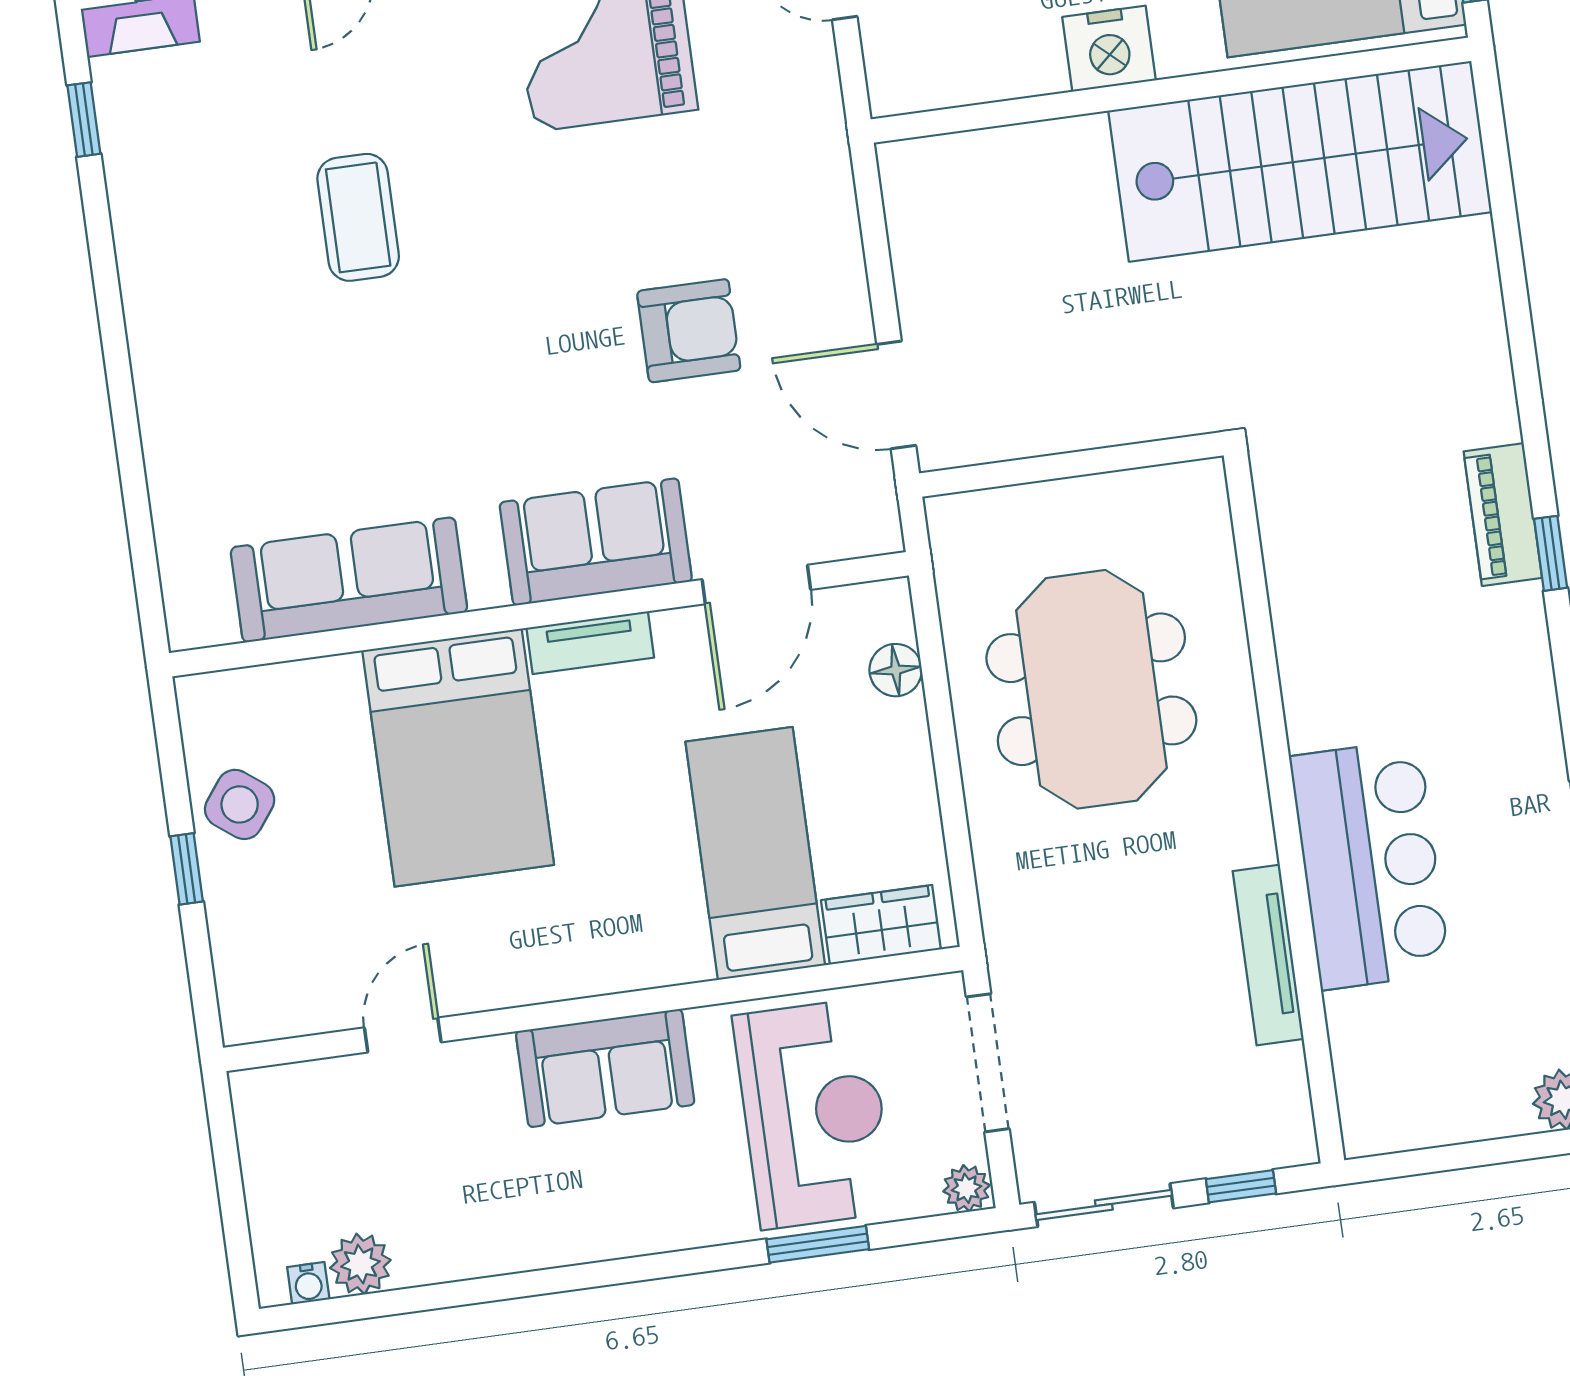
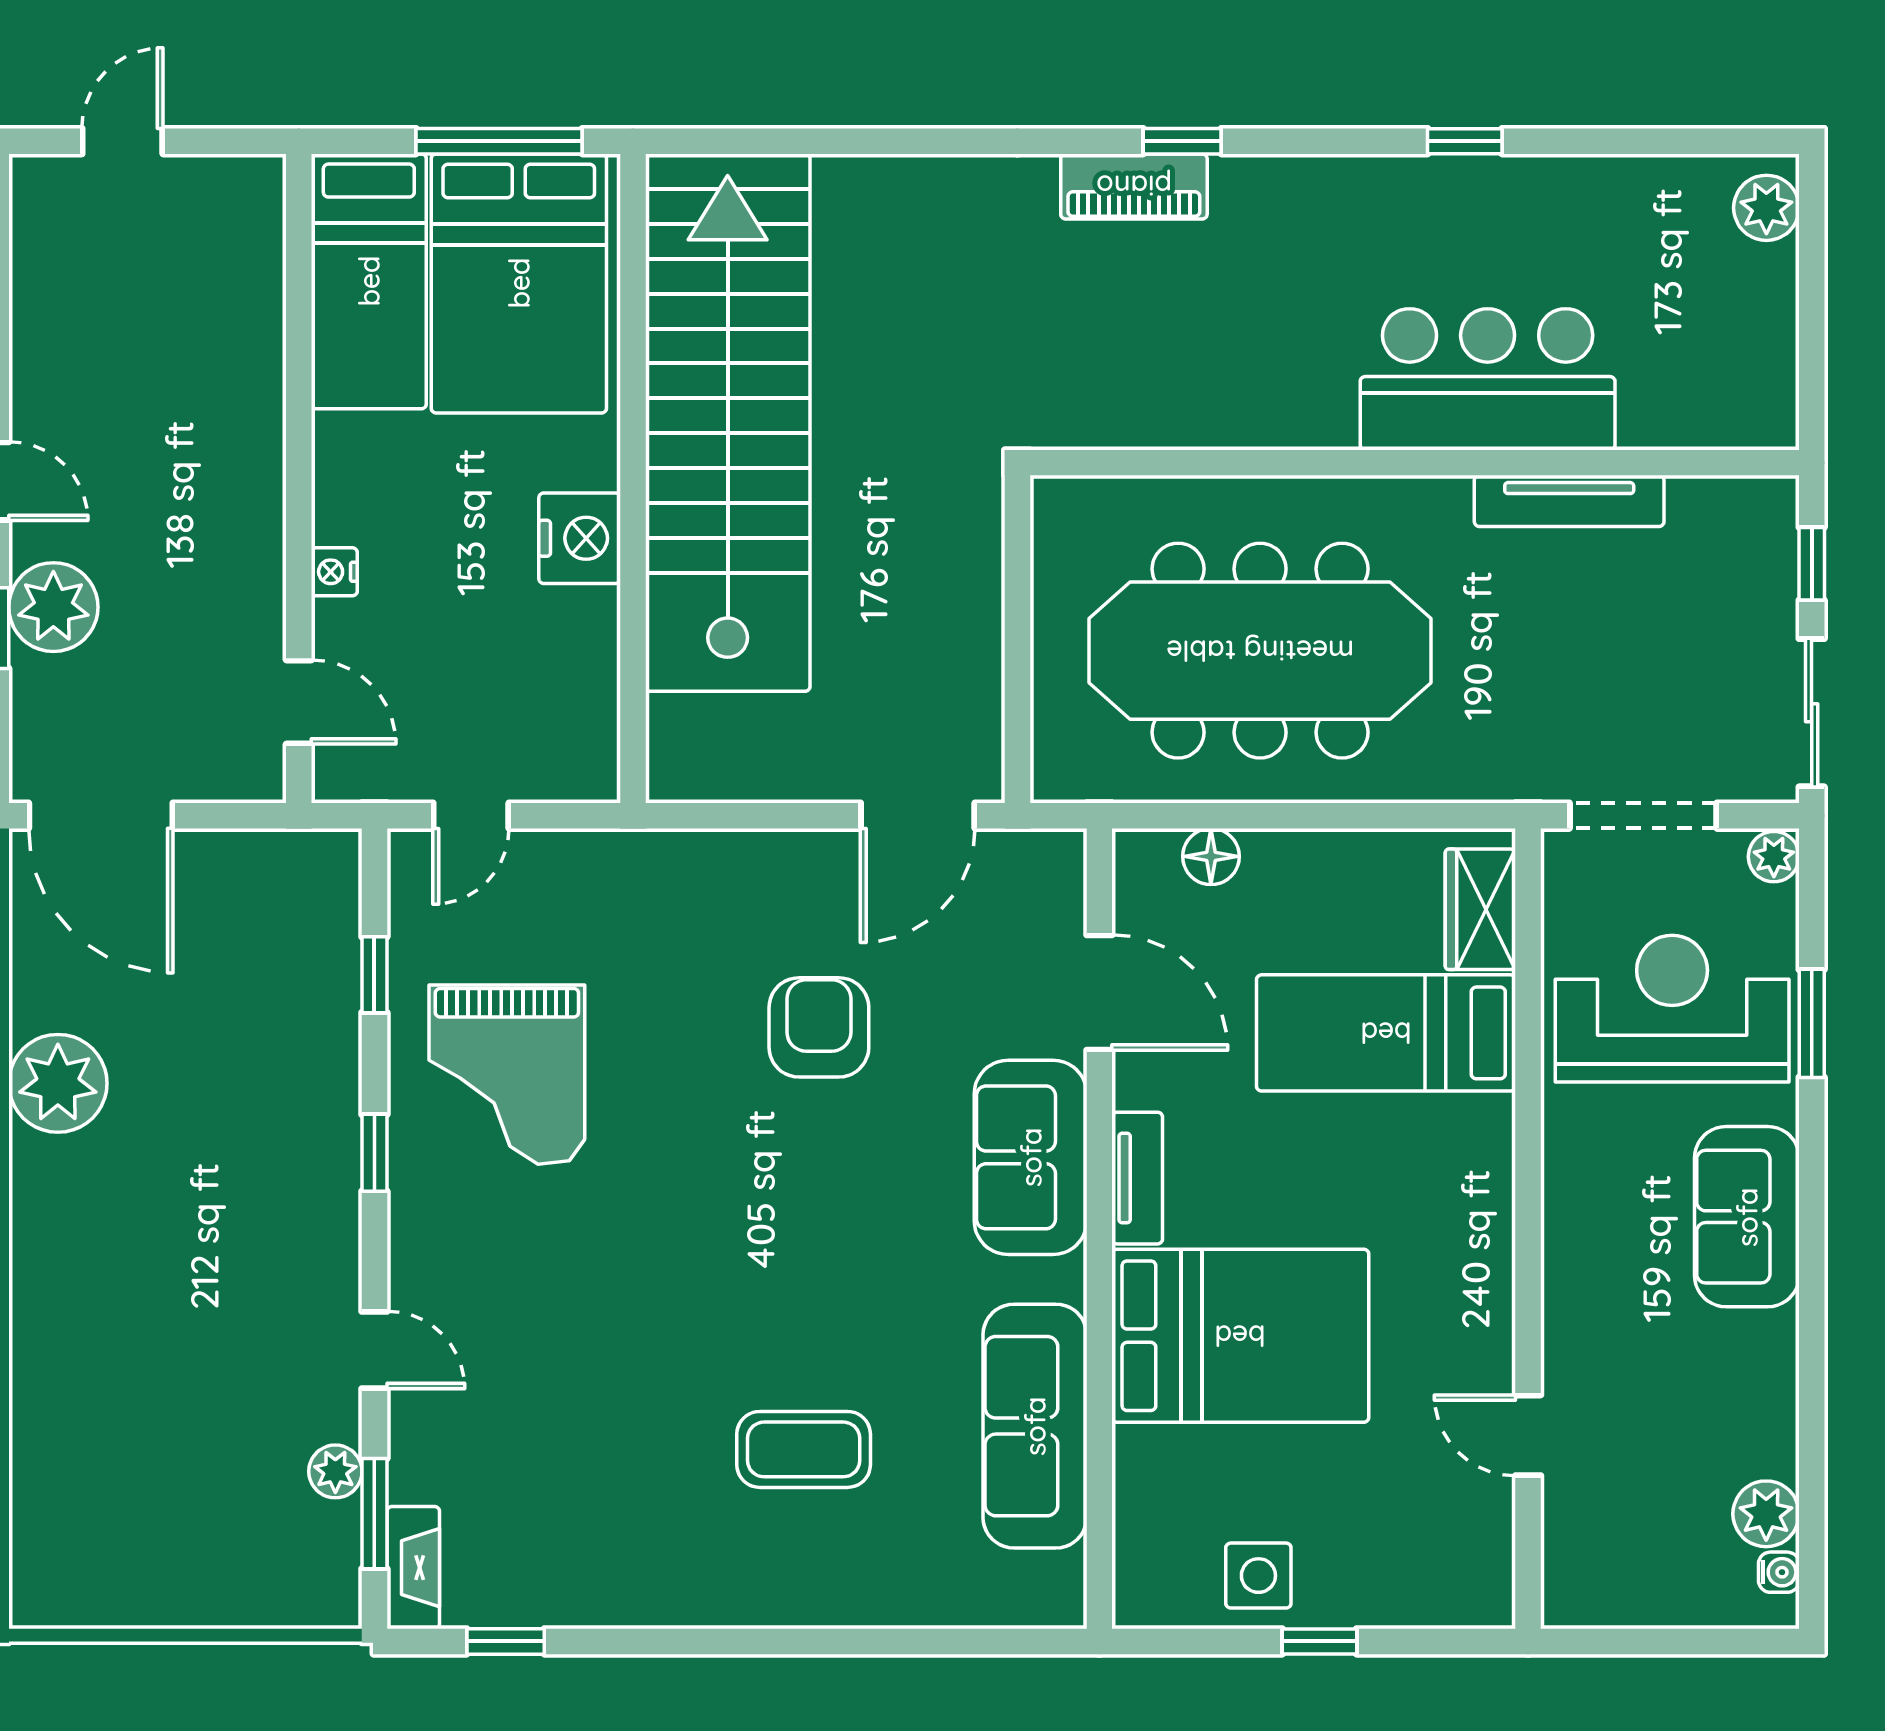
stairs: (1300, 161) -> (728, 423), width x1.36
coffee table: (358, 217) -> (804, 1449), moved
meeting table: (1091, 689) -> (1260, 651), width x1.36
side table: (240, 804) -> (1258, 1576), turned -37
sofa: (605, 1068) -> (1747, 1217), moved, turned 180

